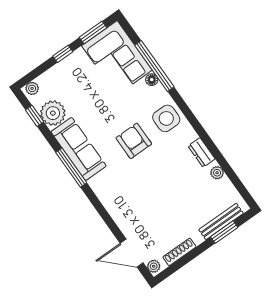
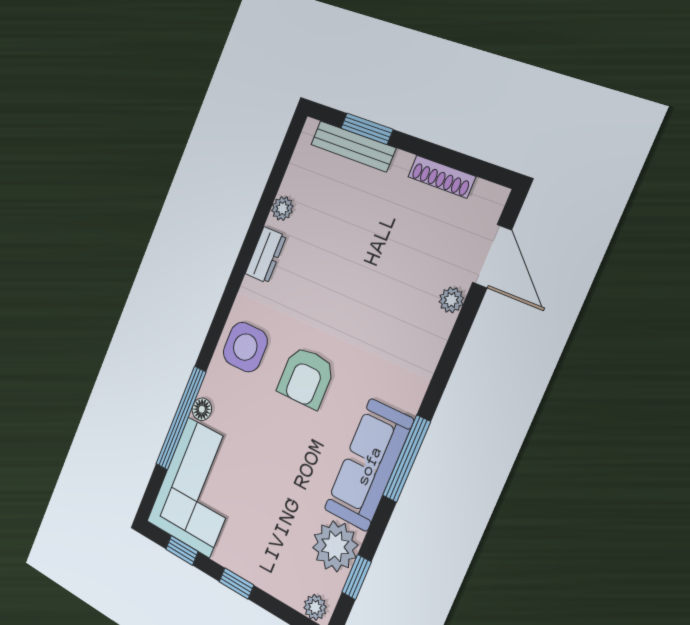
window: (93, 32) -> (182, 550), width x0.67
plant: (154, 266) -> (451, 300), moved

